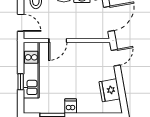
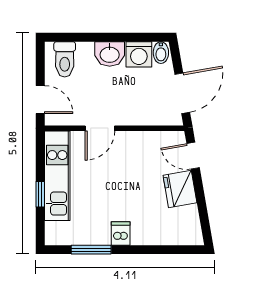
door: (116, 58) -> (193, 156), swing flipped
fridge: (110, 90) -> (180, 189), moved

